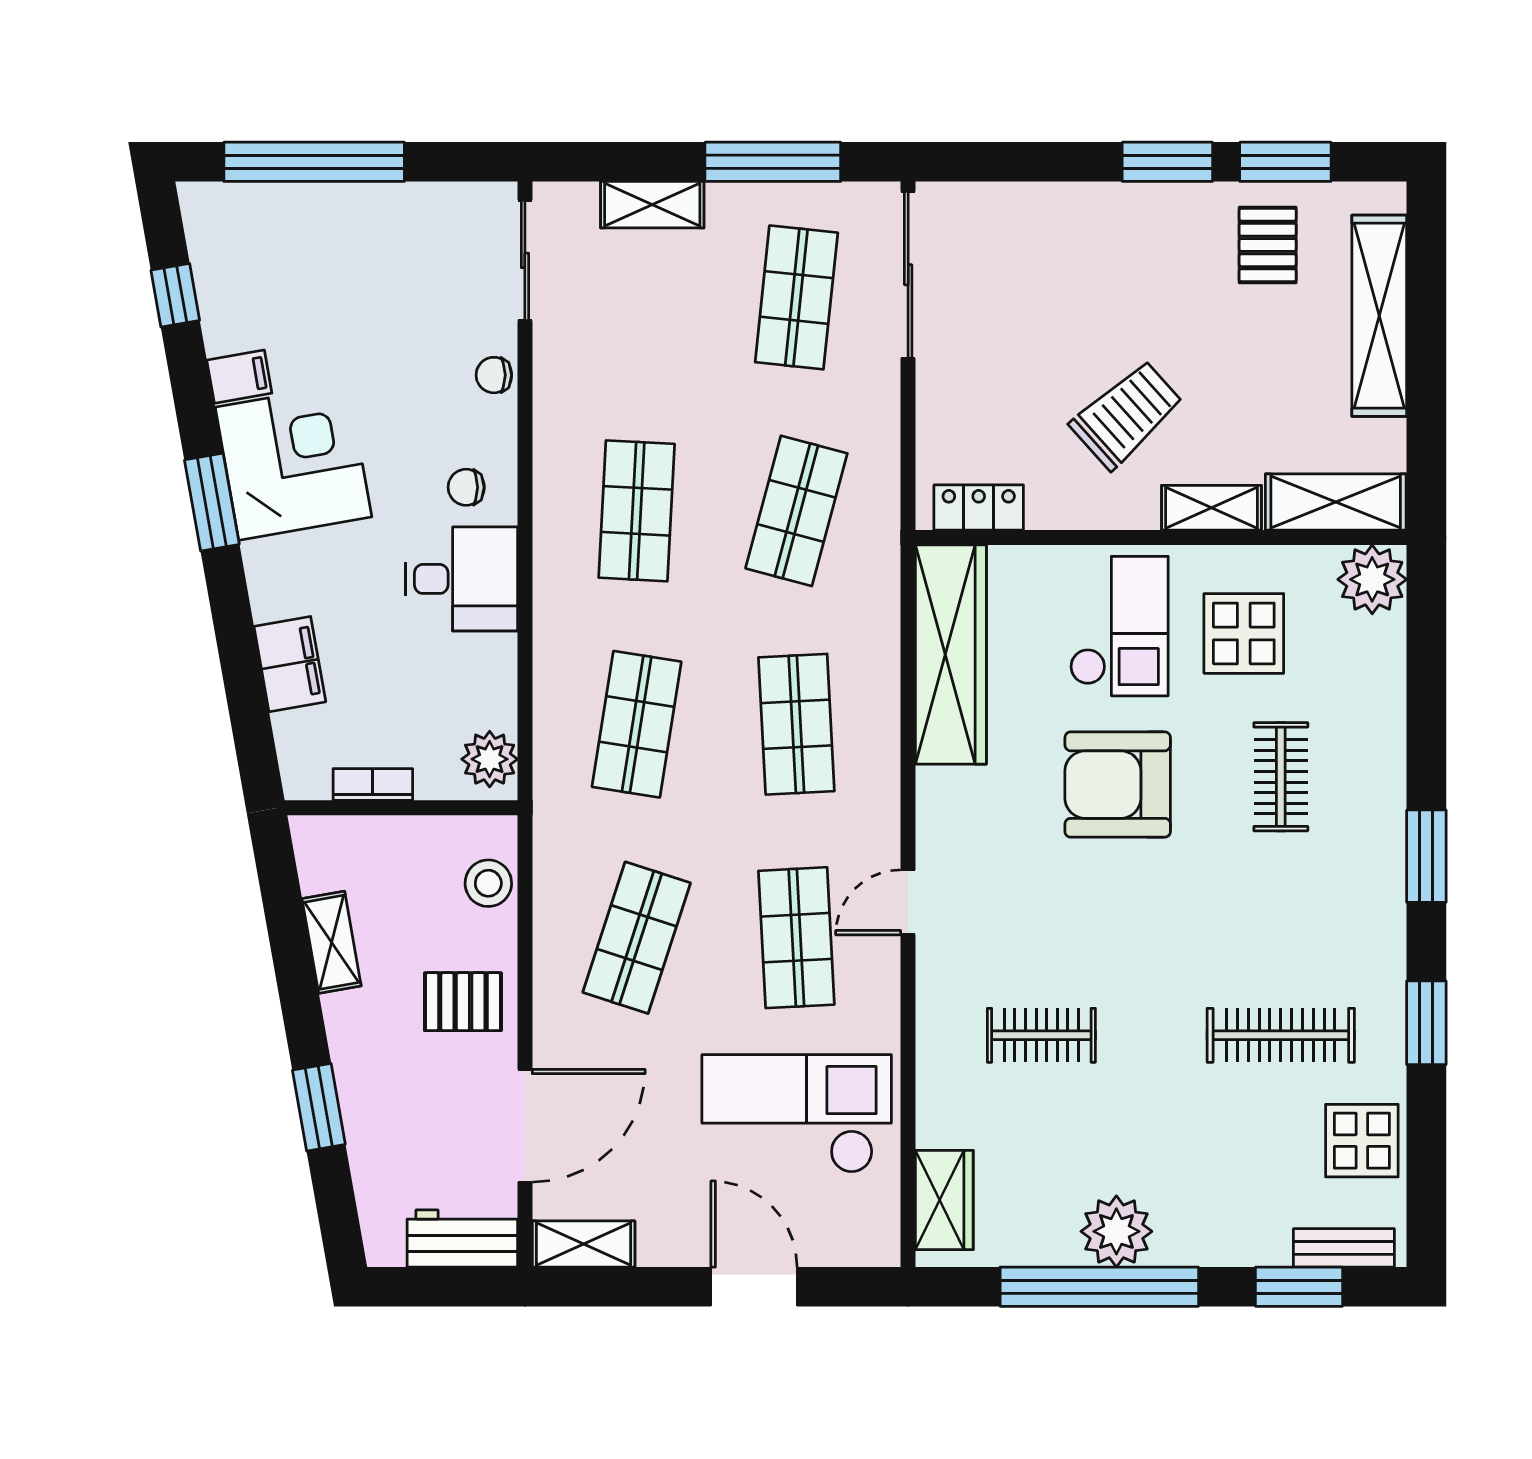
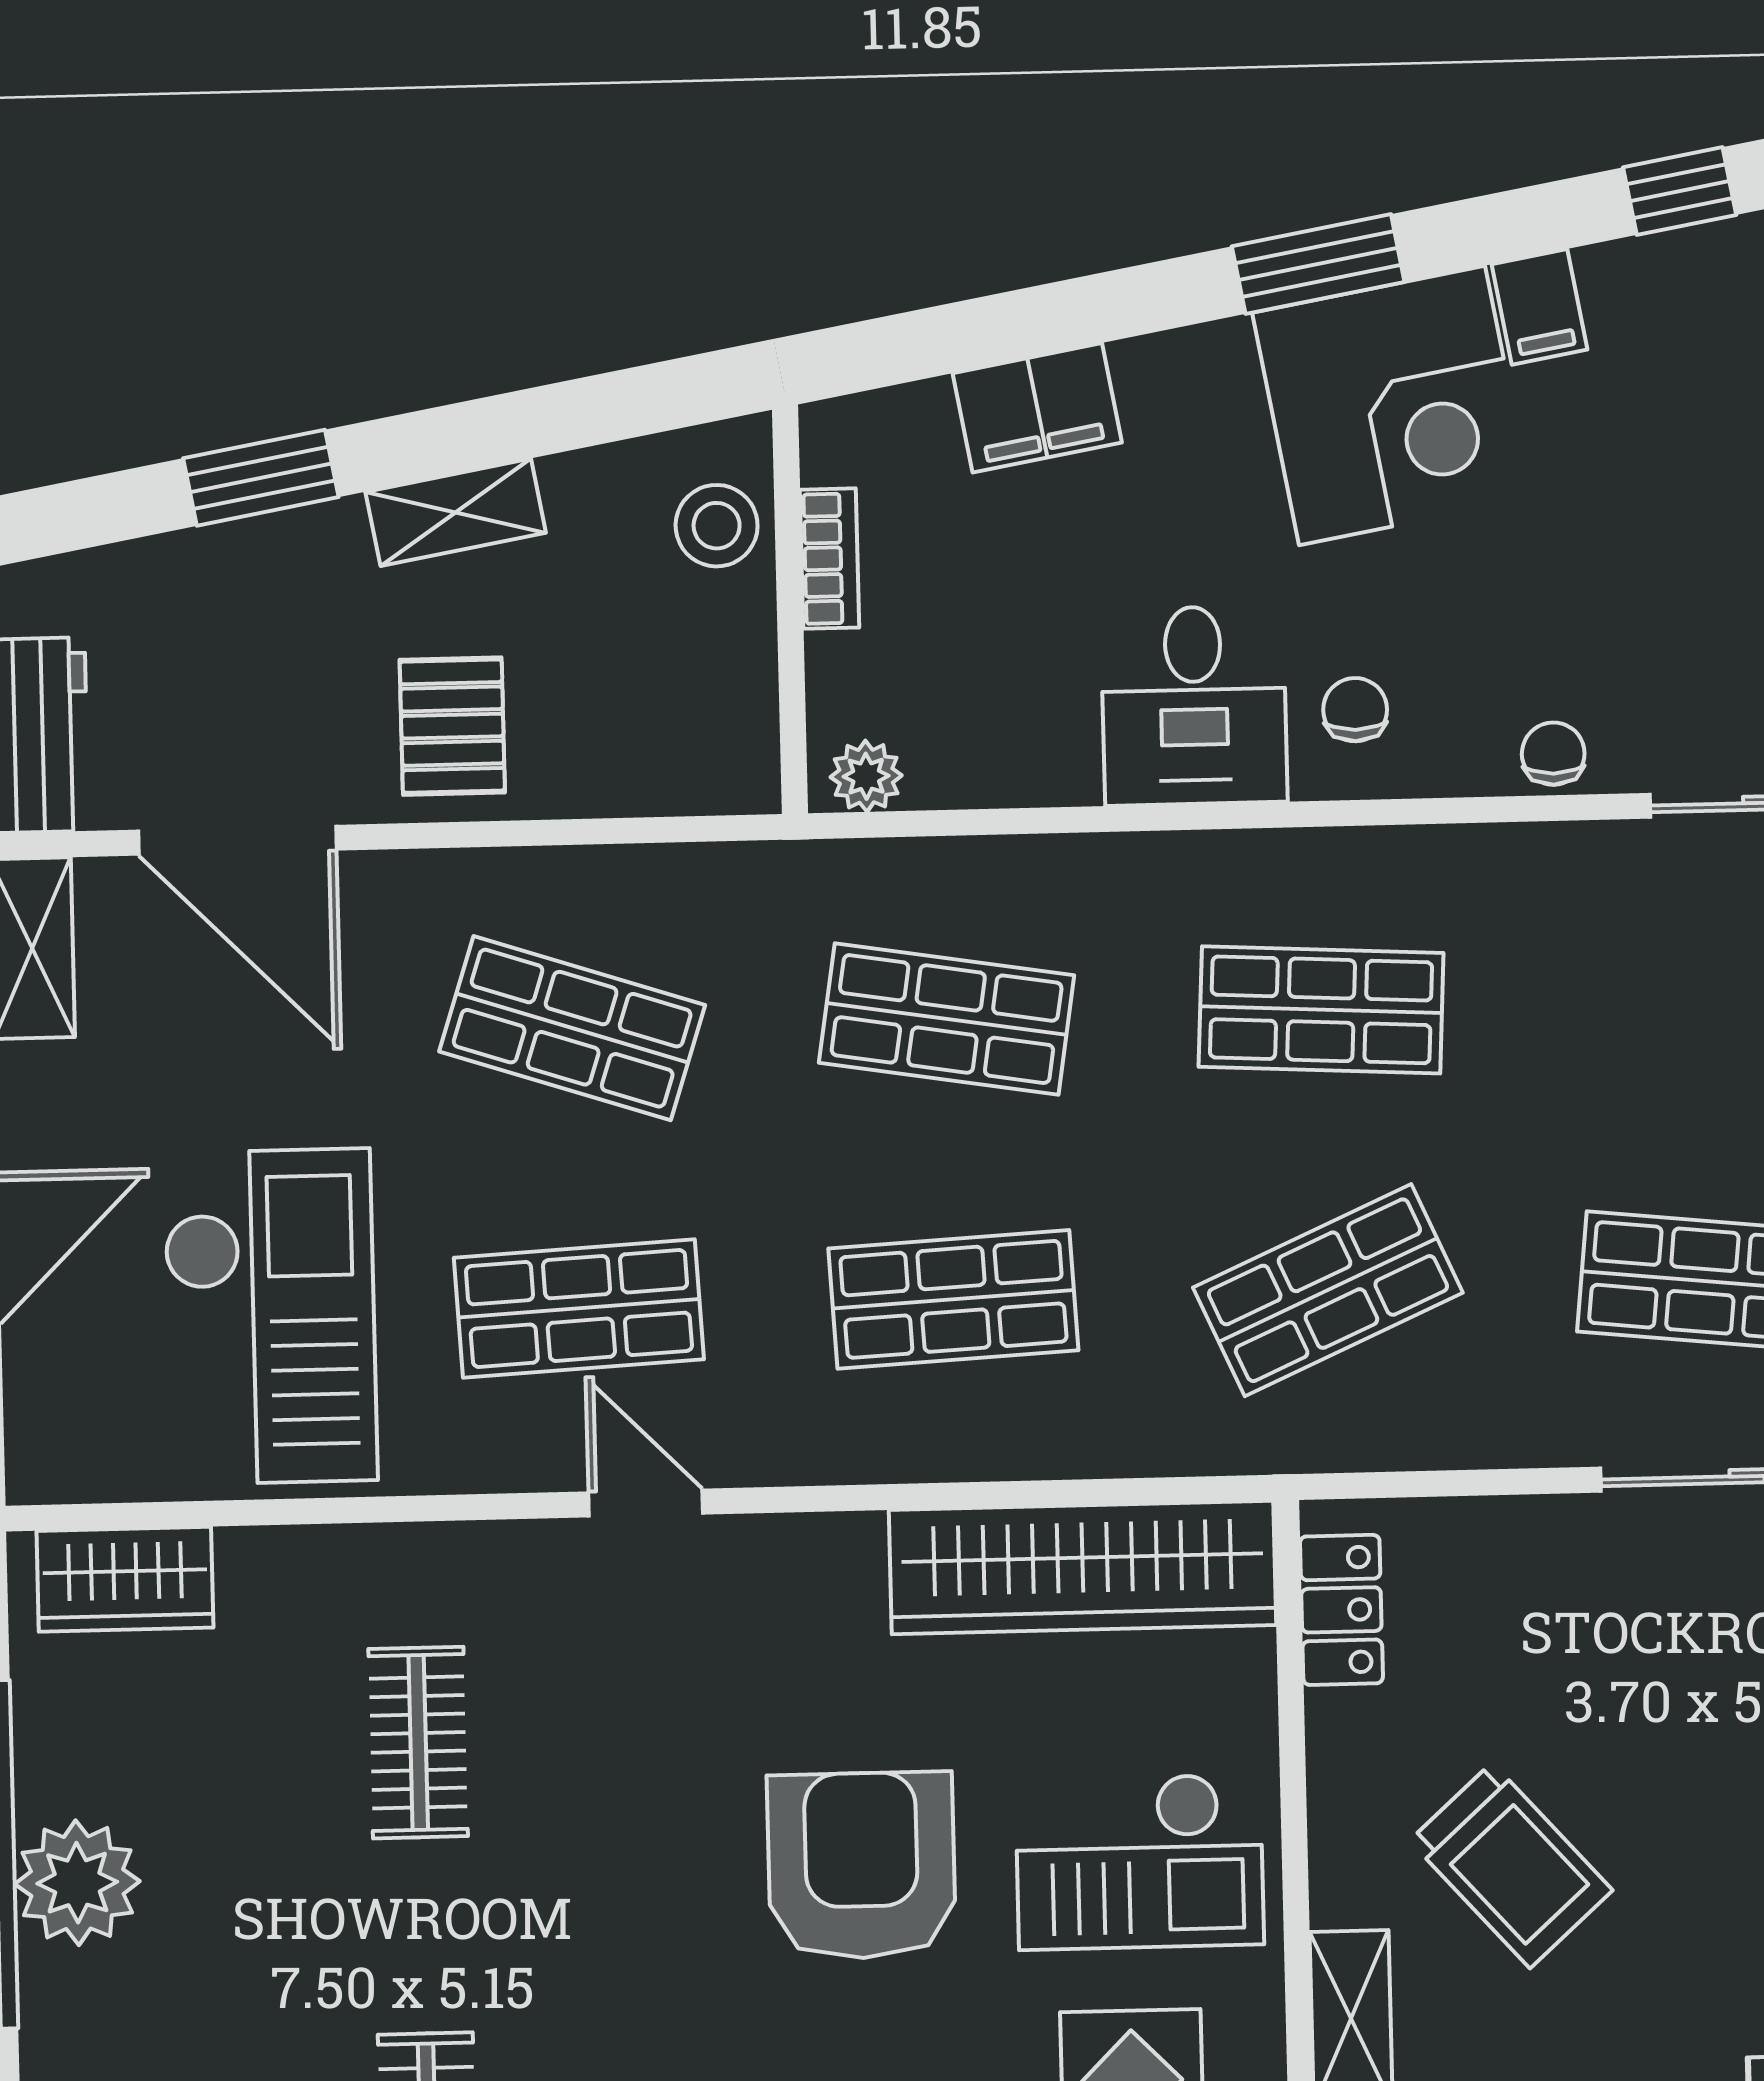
shop shelf: (796, 511) -> (1328, 1290), turned -39
plant: (490, 759) -> (866, 776), width x0.73, depth x0.73
stool: (488, 883) -> (717, 526), moved
shelving: (332, 942) -> (456, 512), moved

